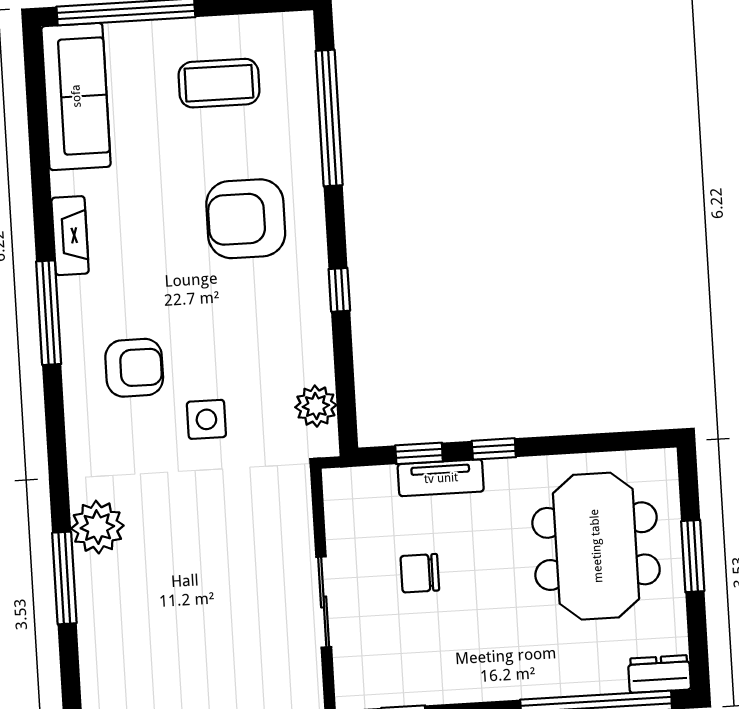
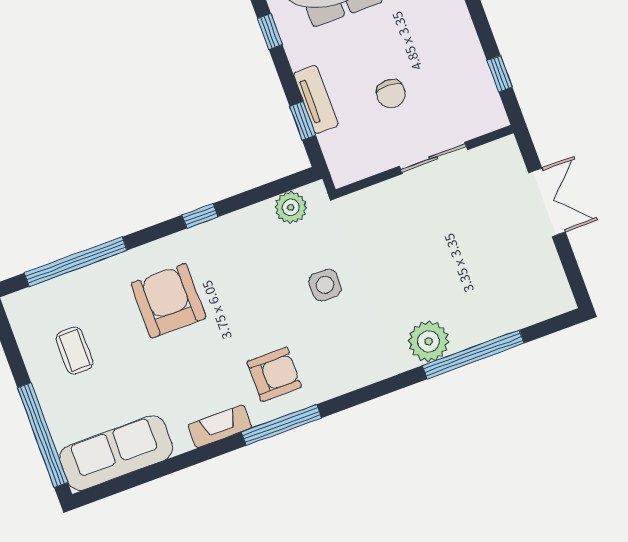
coffee table: (219, 83) -> (74, 351), width x0.73, depth x0.77
armchair: (246, 219) -> (168, 301), turned 180
armchair: (134, 368) -> (274, 374), moved, turned 90
window: (494, 449) -> (270, 32), moved
window: (64, 578) -> (473, 354), width x1.46

